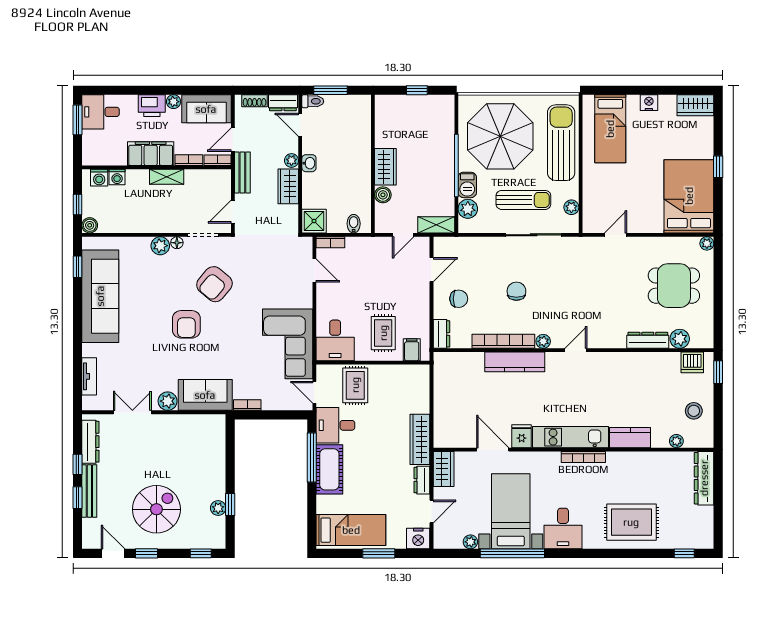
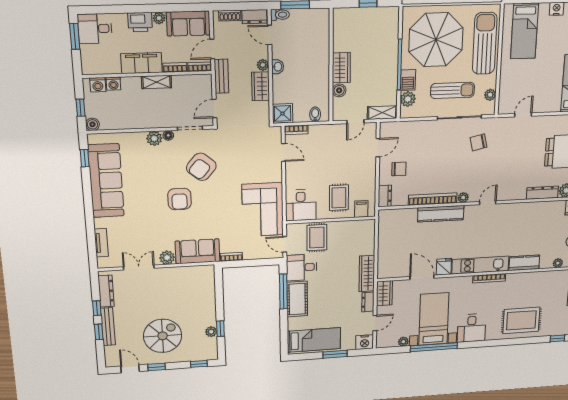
chair: (516, 291) -> (478, 142), moved, turned -103

